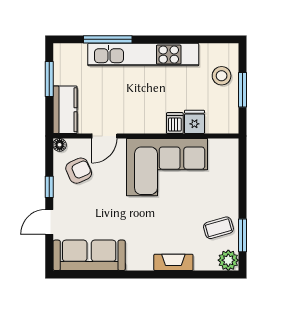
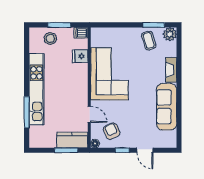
window: (49, 79) -> (66, 150), moved
dishwasher: (175, 123) -> (81, 33), moved
sofa: (89, 255) -> (167, 107), moved

